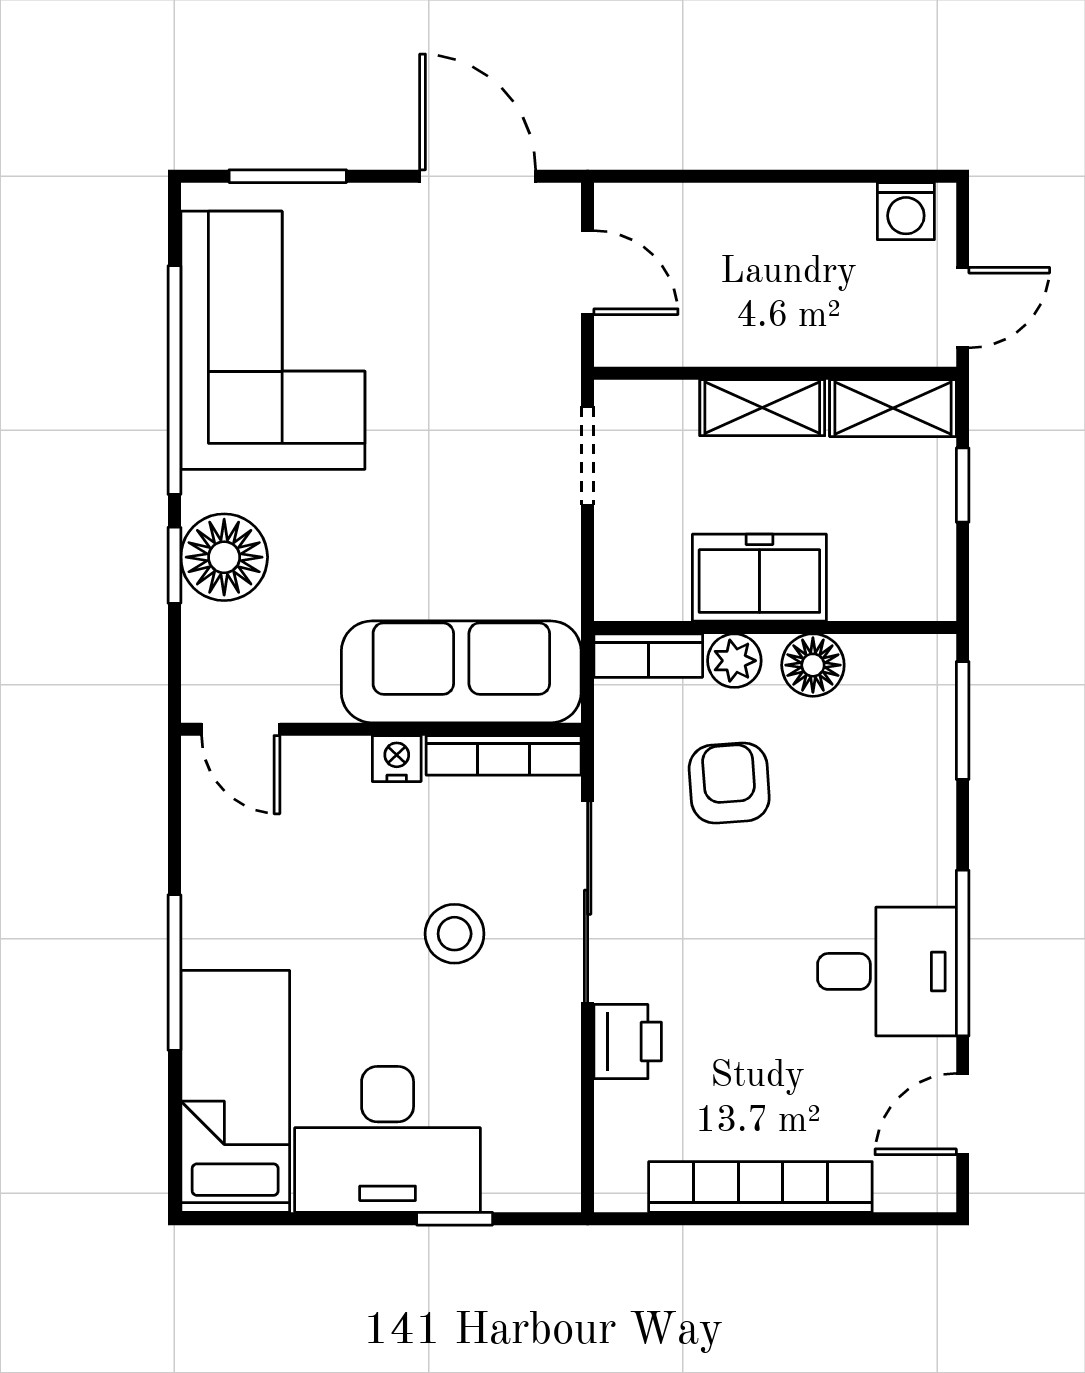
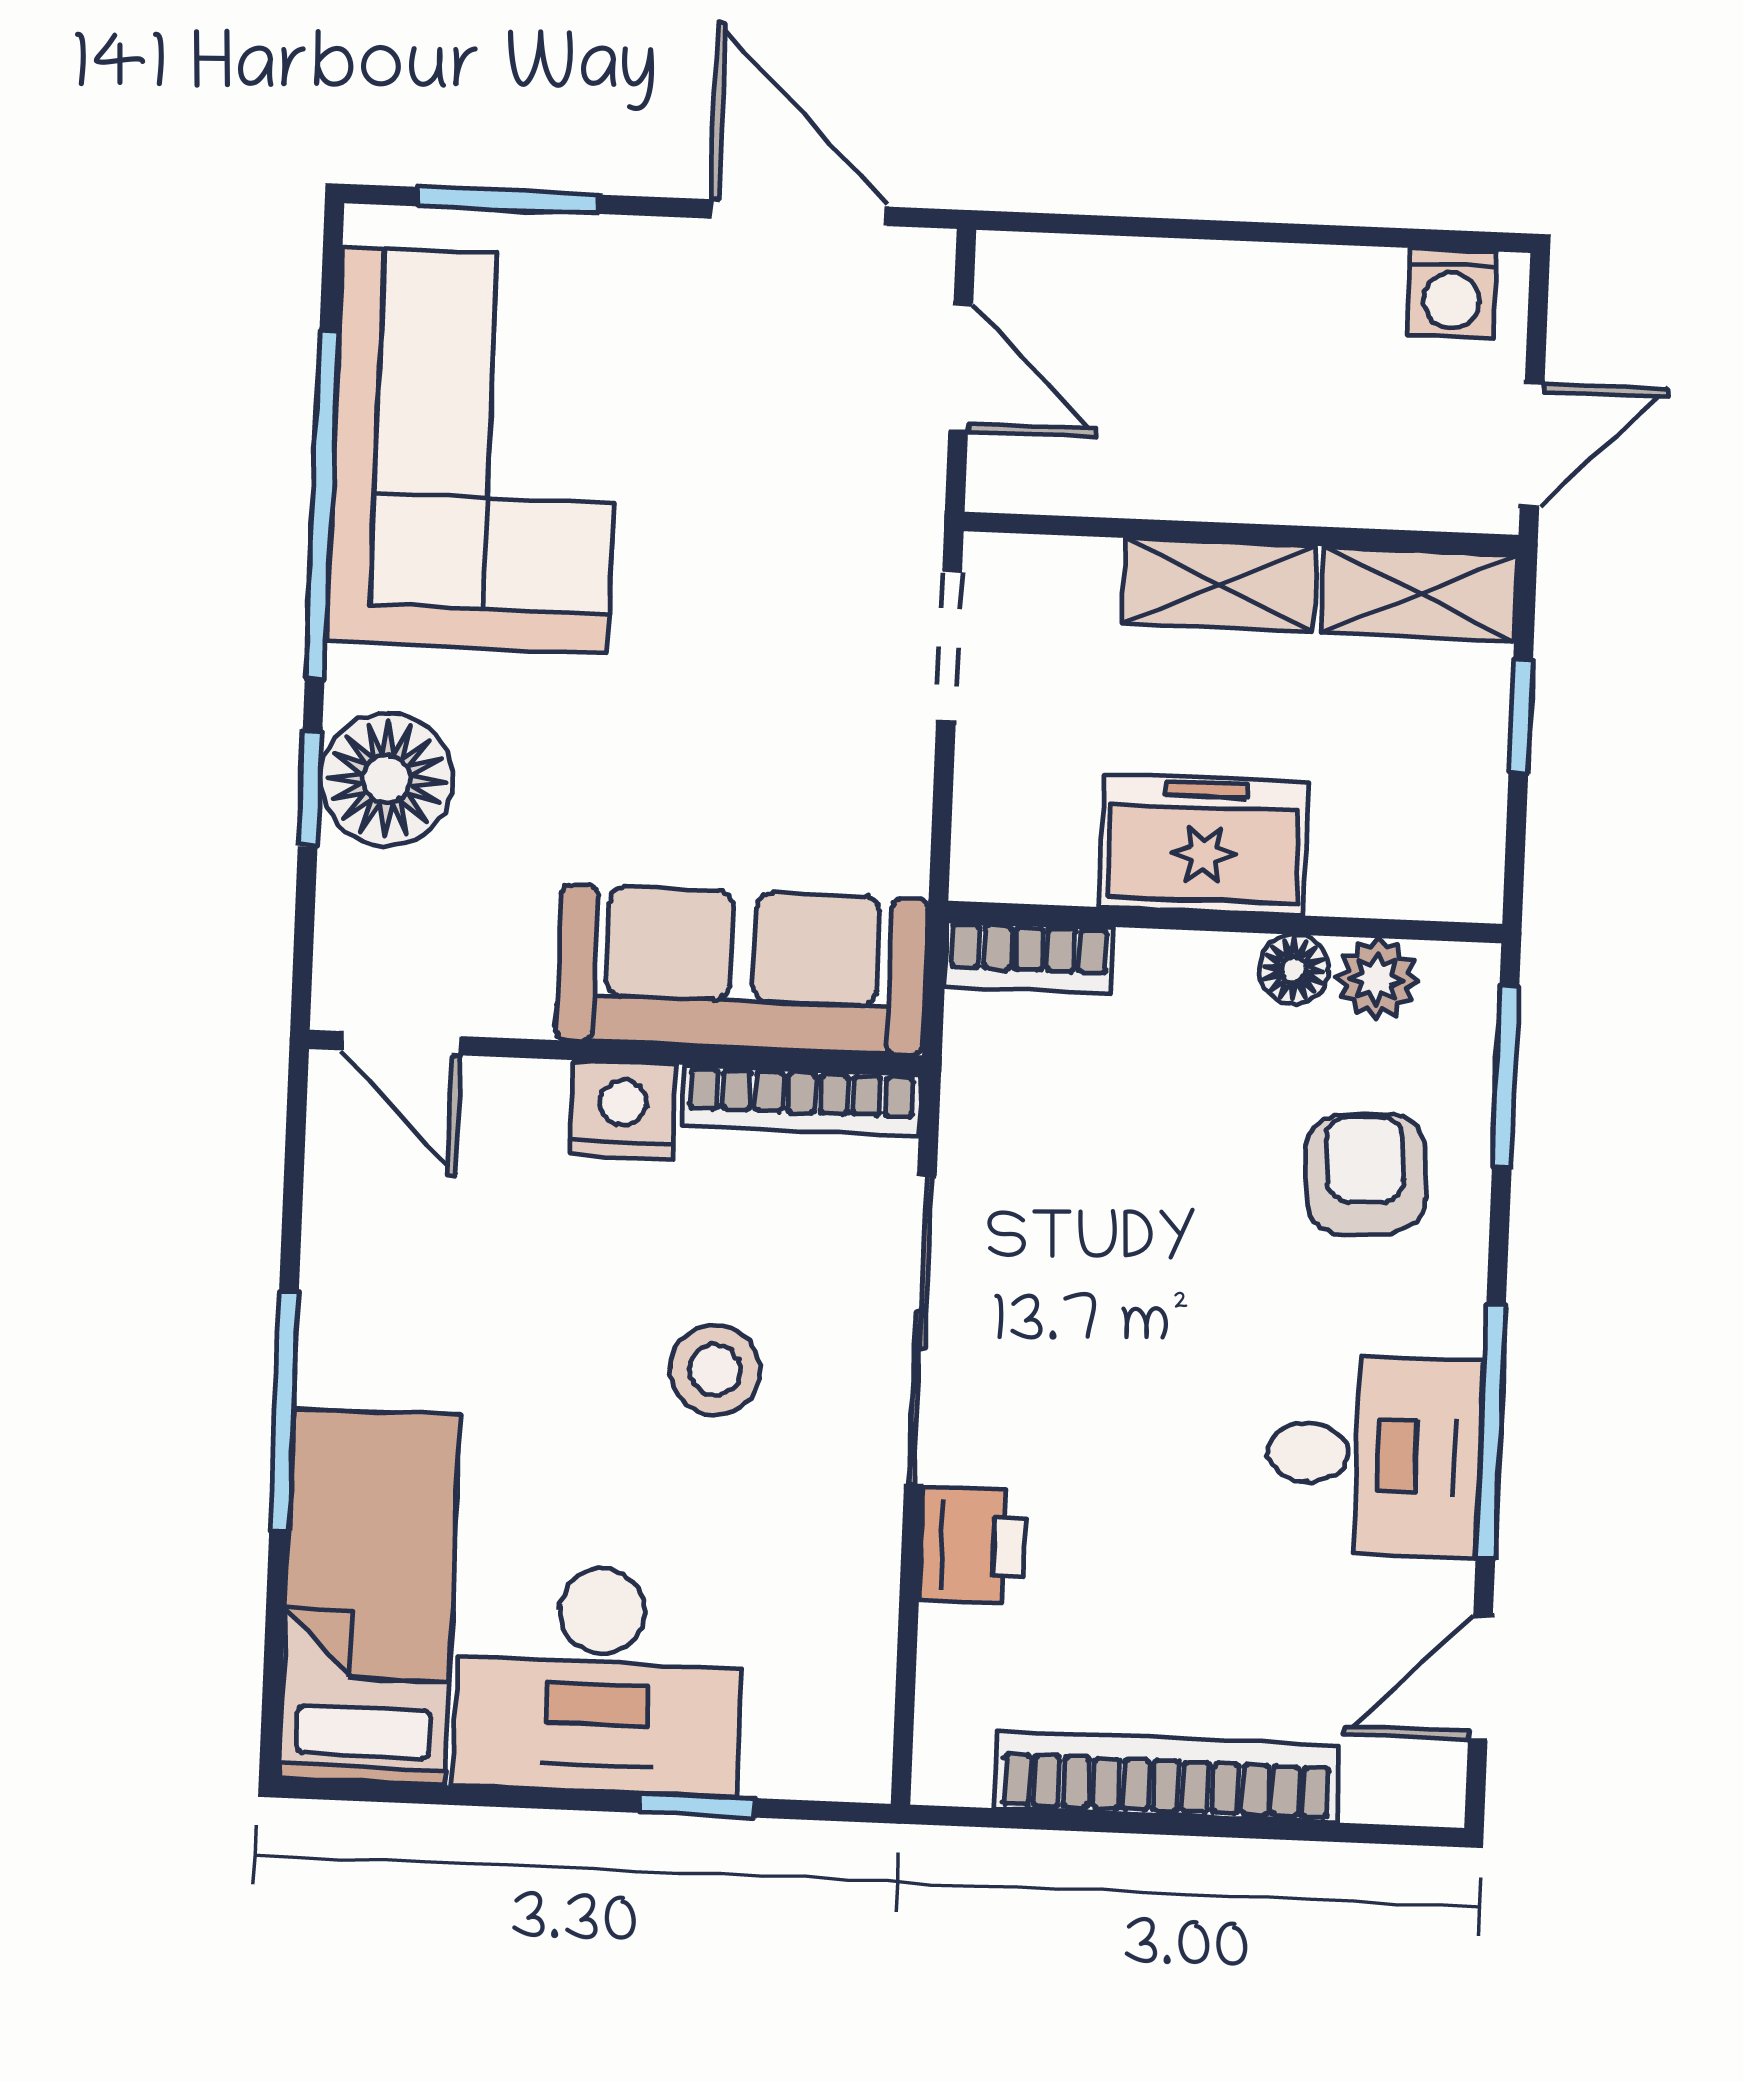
plant: (734, 661) -> (1377, 979), moved
floor lamp: (813, 665) -> (1294, 969), width x0.73, depth x0.73
nightstand: (397, 759) -> (623, 1110), width x1.39, depth x1.35
armchair: (729, 783) -> (1366, 1174), moved

